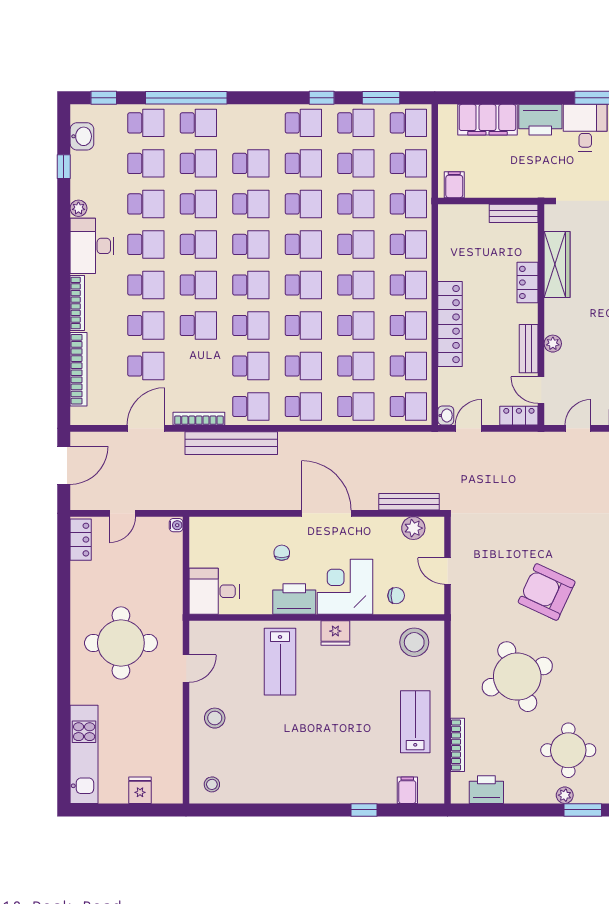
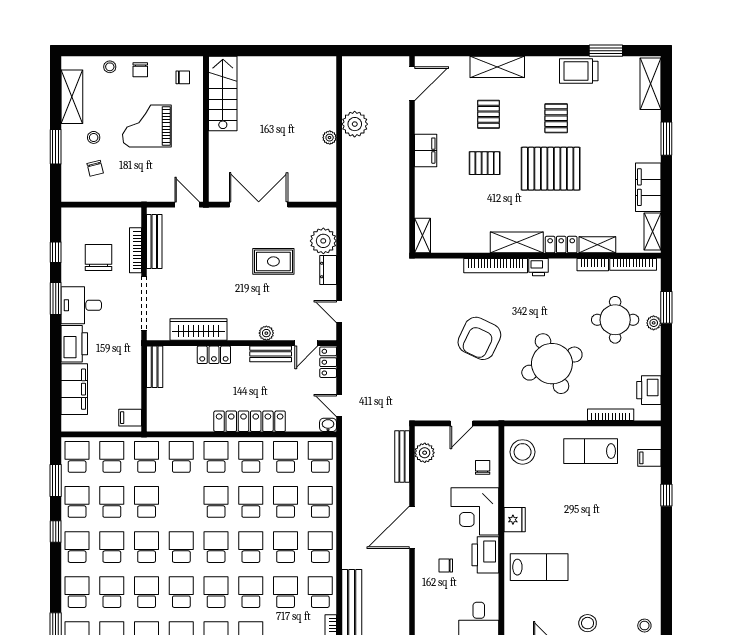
school desk: (356, 244) -> (77, 592), moved

